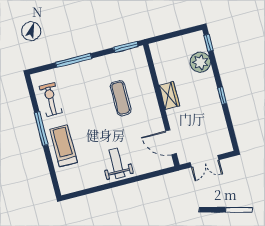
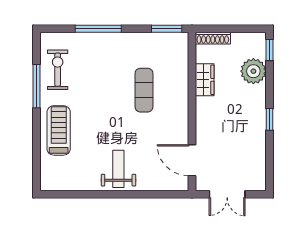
shoe rack: (163, 45) -> (213, 38), added
wardrobe: (169, 96) -> (205, 80), moved
window: (41, 129) -> (37, 86), moved

